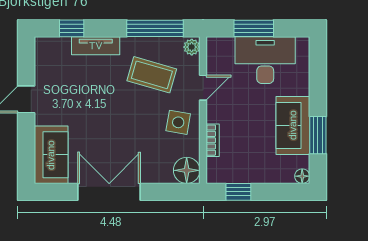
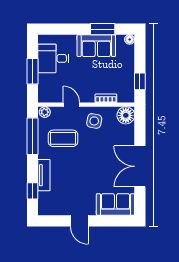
desk: (265, 60) -> (53, 58), width x0.73
coffee table: (152, 75) -> (63, 138), turned 74

